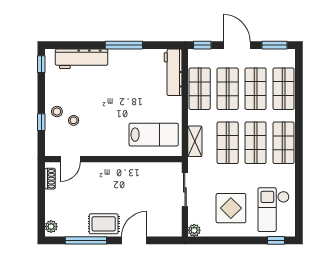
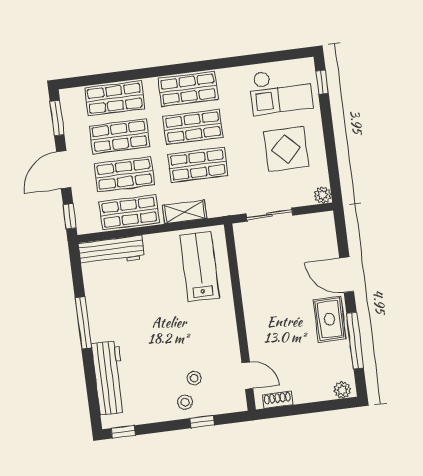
shelving: (195, 141) -> (185, 212), moved

